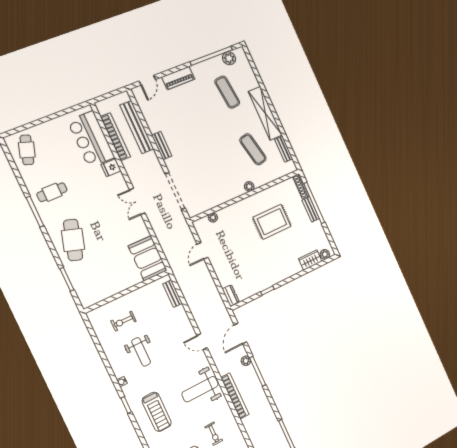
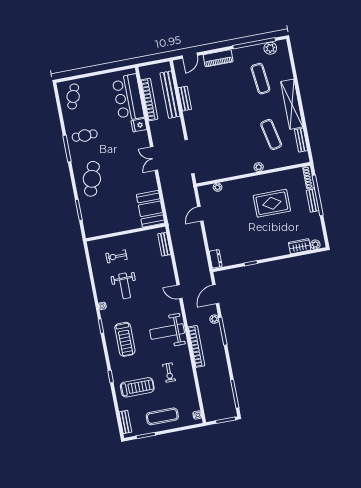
bench: (162, 146) -> (185, 99), moved

